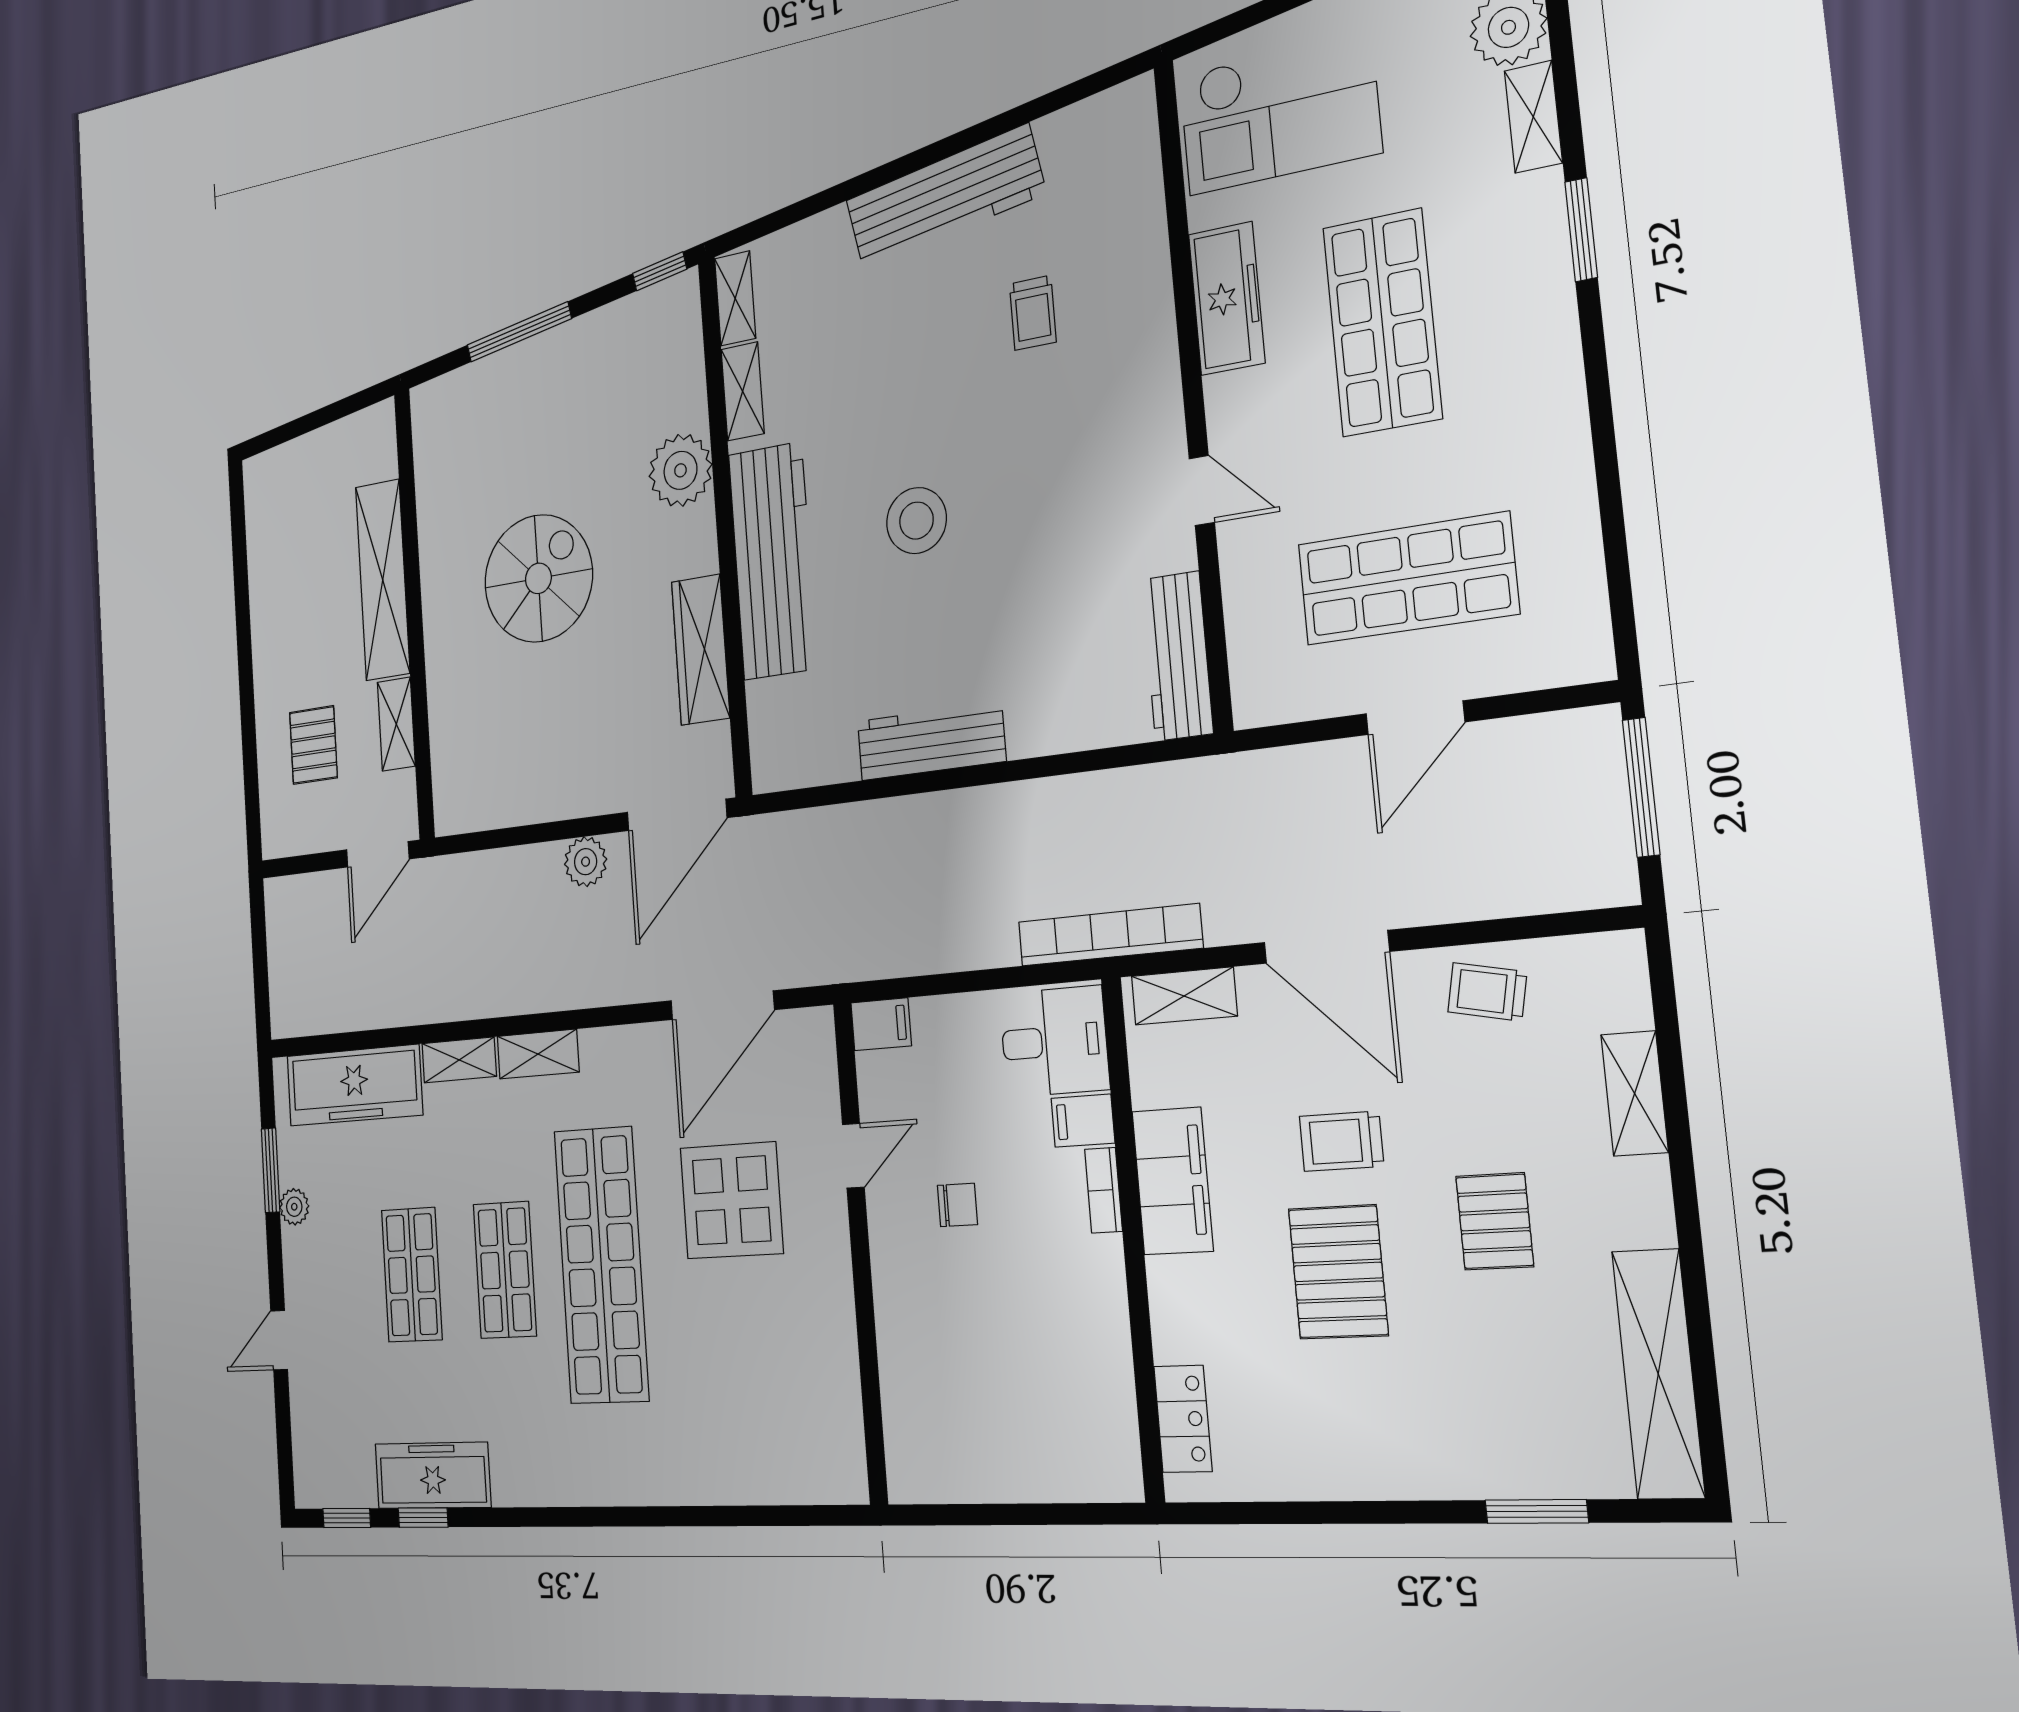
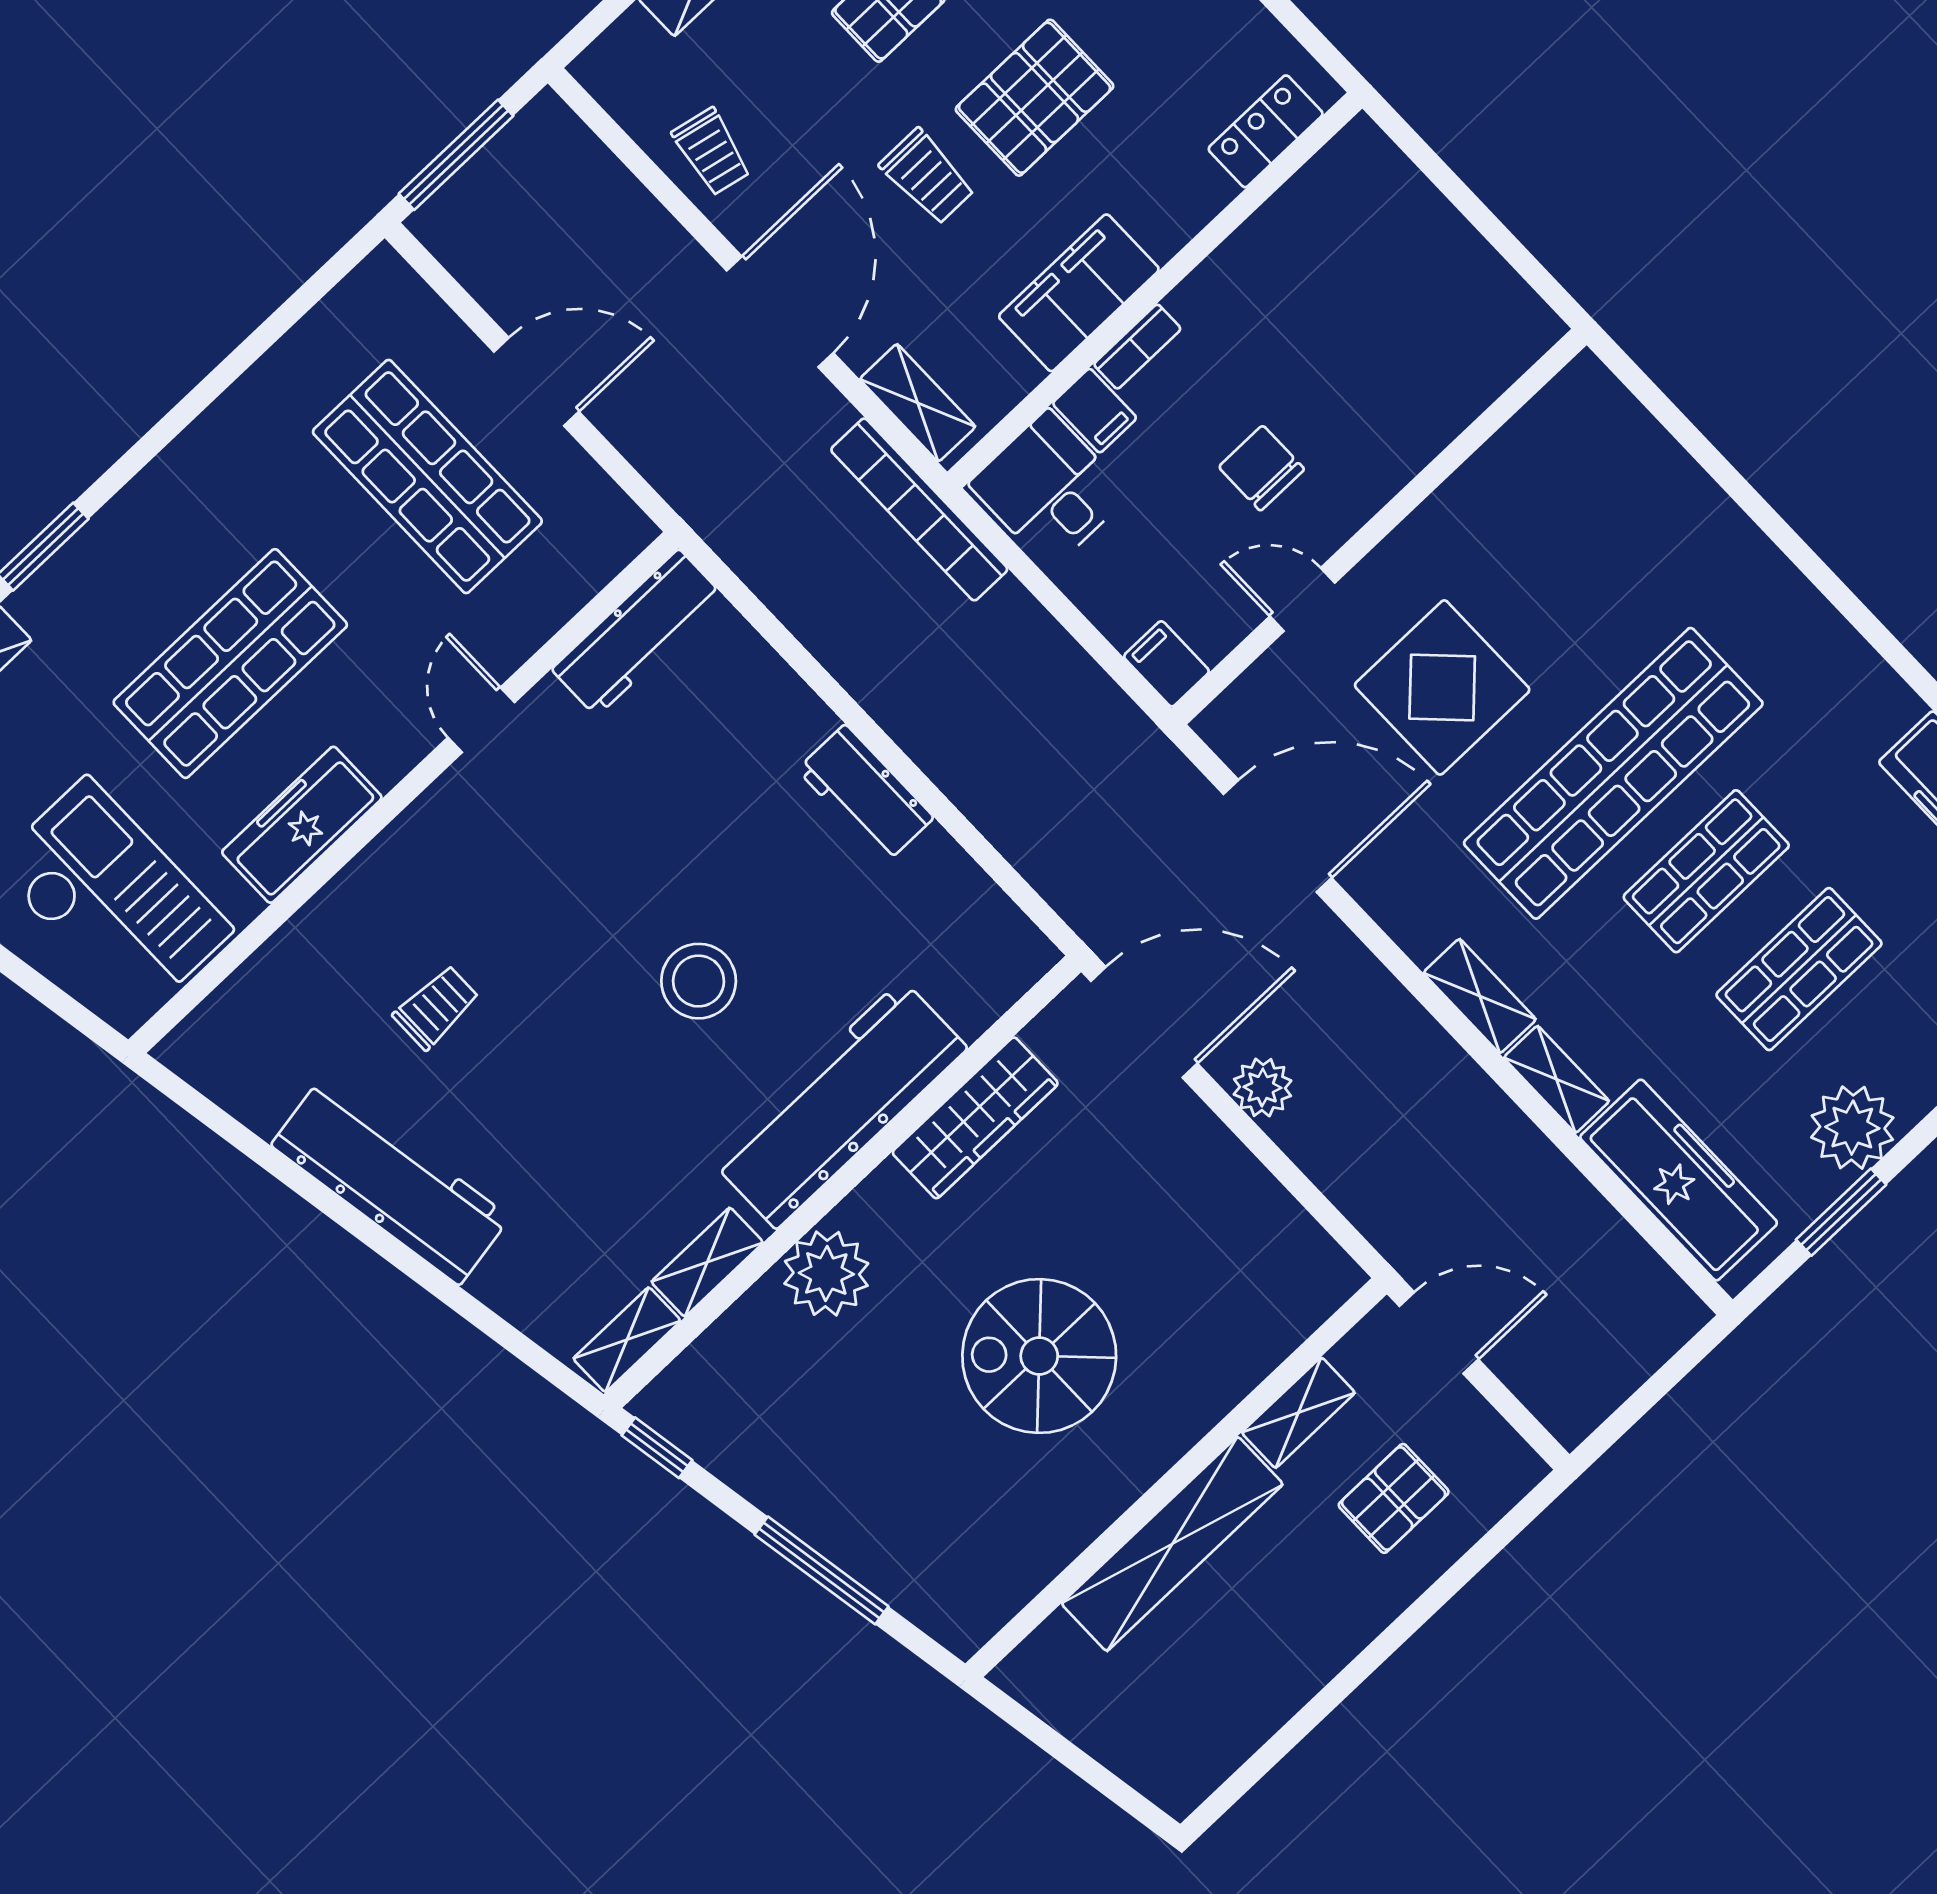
workbench: (931, 741) -> (865, 794), width x0.73
chair: (957, 1205) -> (1262, 468), width x1.37, depth x1.37
plant: (294, 1207) -> (1852, 1128), width x1.88, depth x1.88

